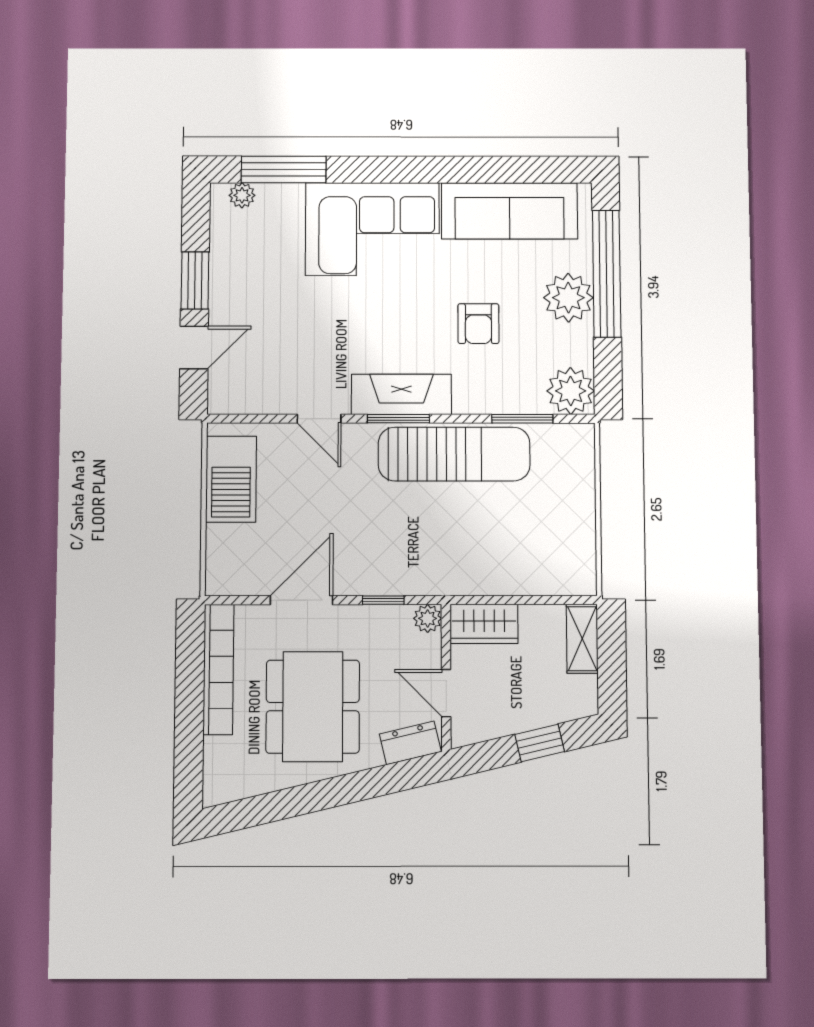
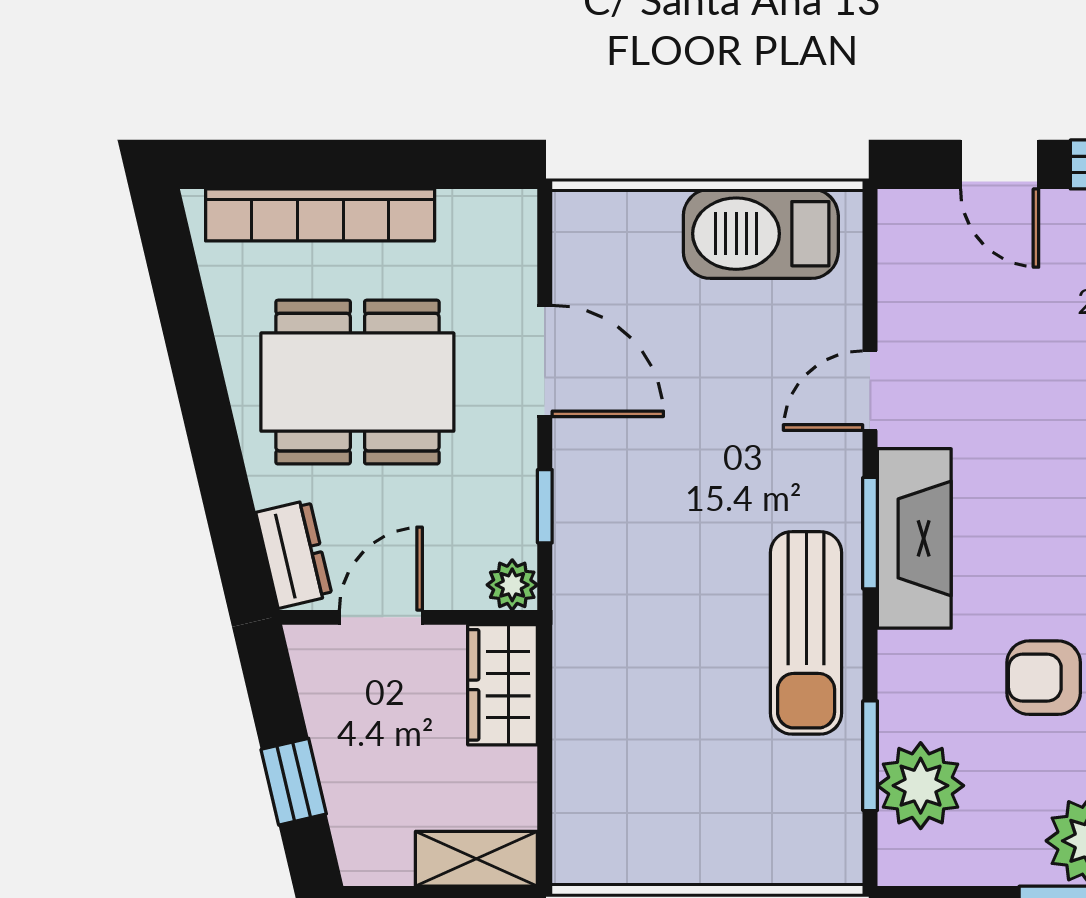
plant: (571, 391) -> (921, 786), moved
sun lounger: (454, 454) -> (806, 633), width x0.73, depth x0.75
bookcase: (218, 669) -> (320, 215), moved

